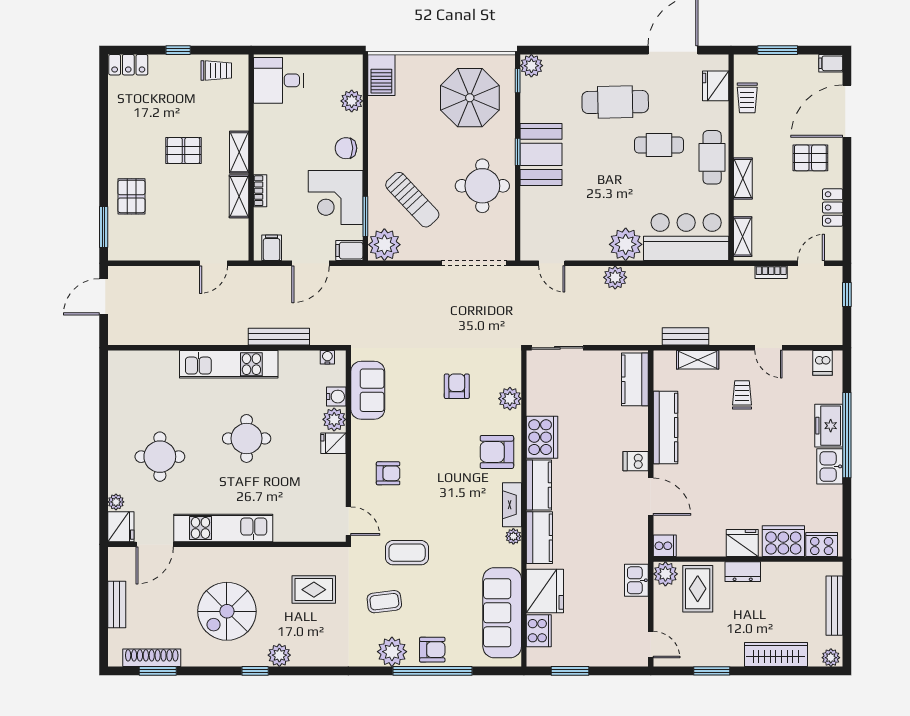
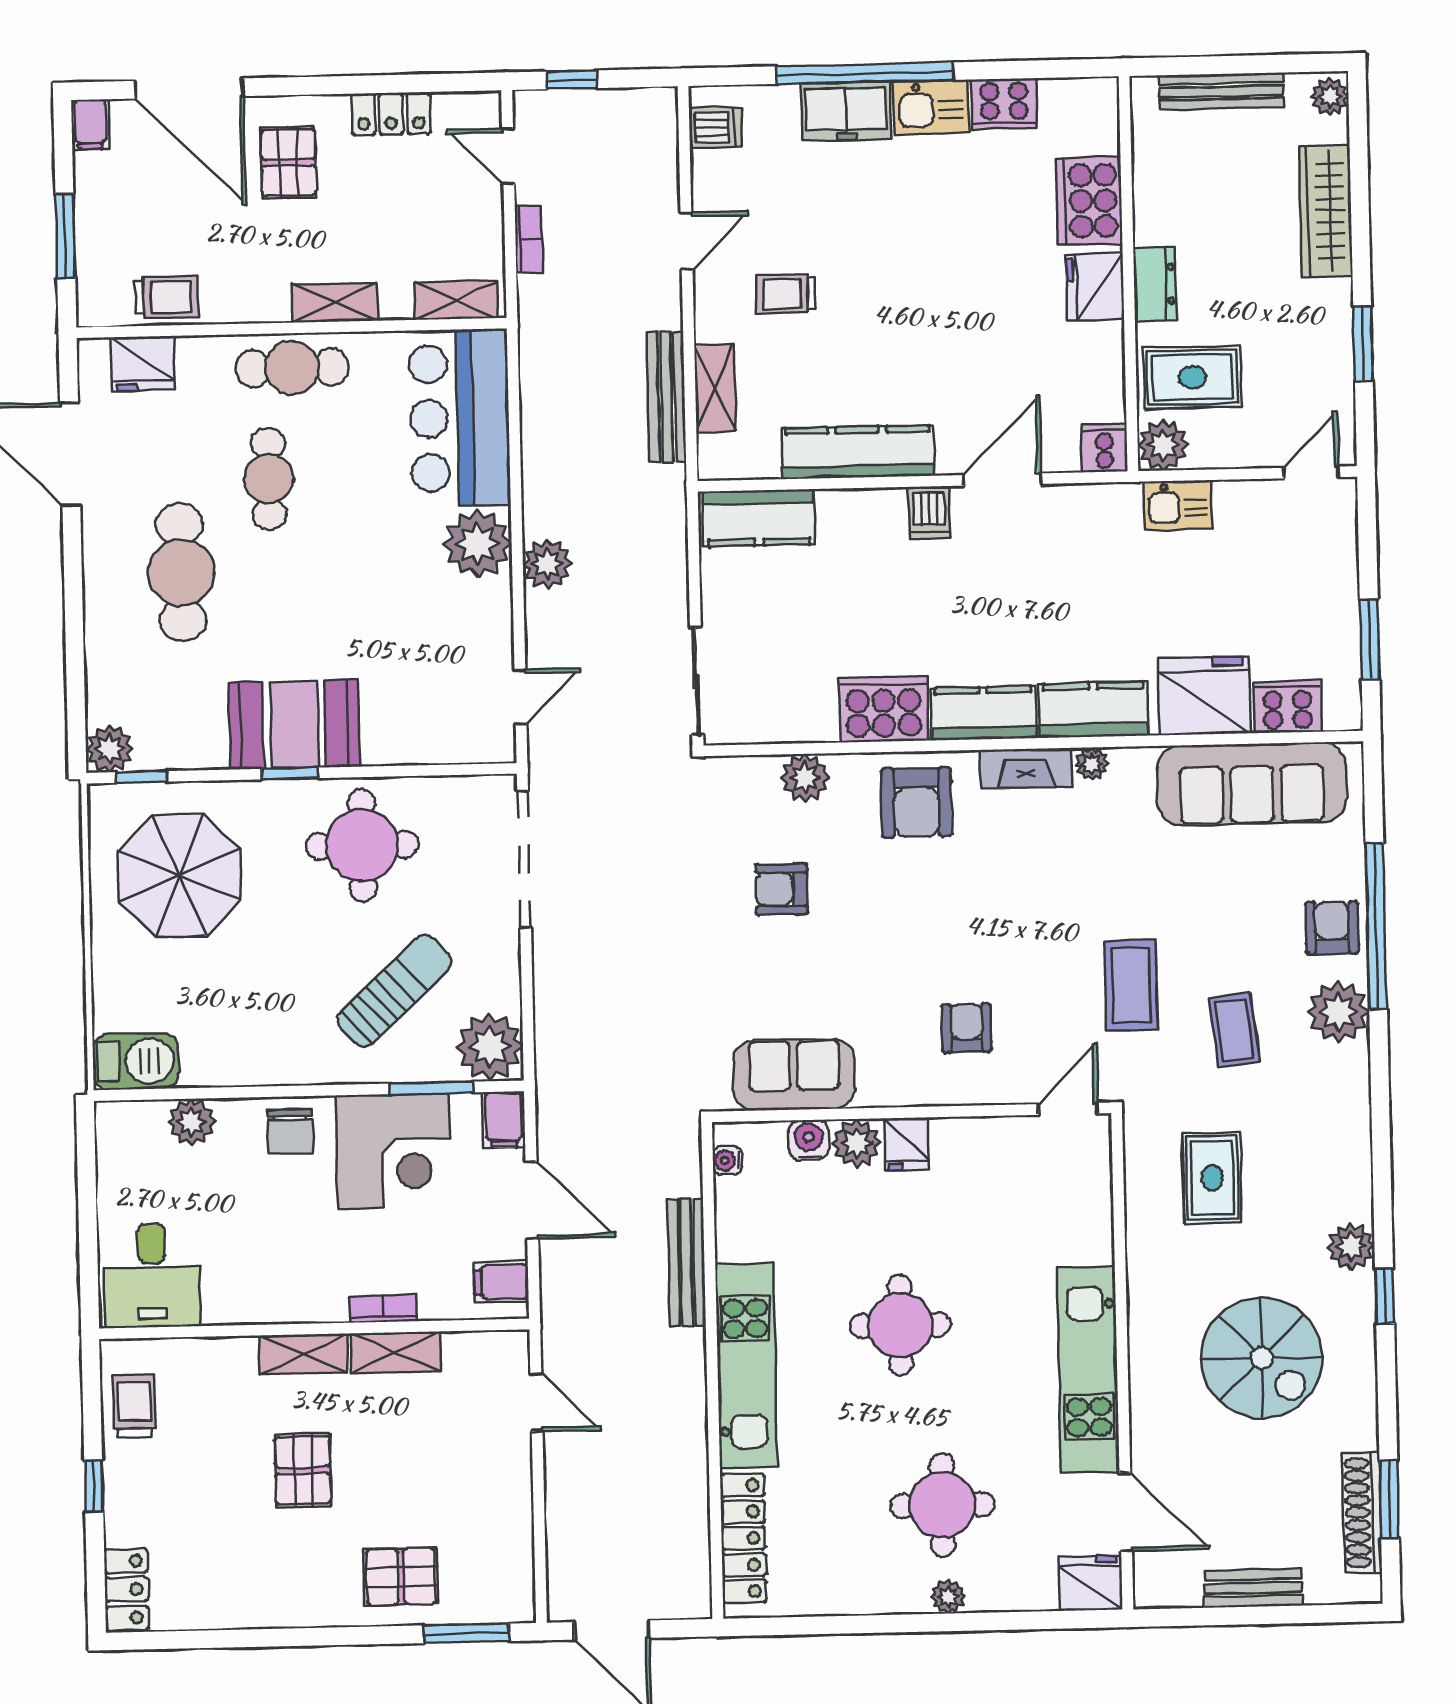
bench: (686, 336) -> (666, 397), width x1.36
locker: (146, 361) -> (743, 1538), added
plant: (116, 502) -> (948, 1597), moved
cooker: (822, 545) -> (1004, 104), moved, turned -90

